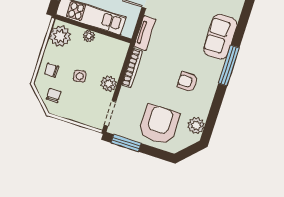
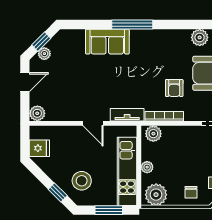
side table: (80, 76) -> (188, 164), removed
armchair: (187, 82) -> (174, 88), moved
plant: (109, 84) -> (153, 134), moved

